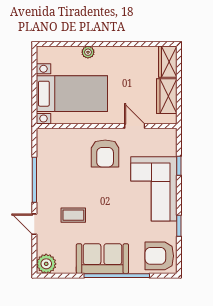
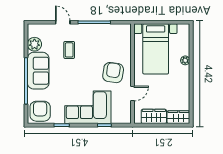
armchair: (105, 153) -> (113, 73), turned 98
door: (34, 224) -> (63, 22), hinge flipped
plant: (46, 264) -> (34, 44), moved

